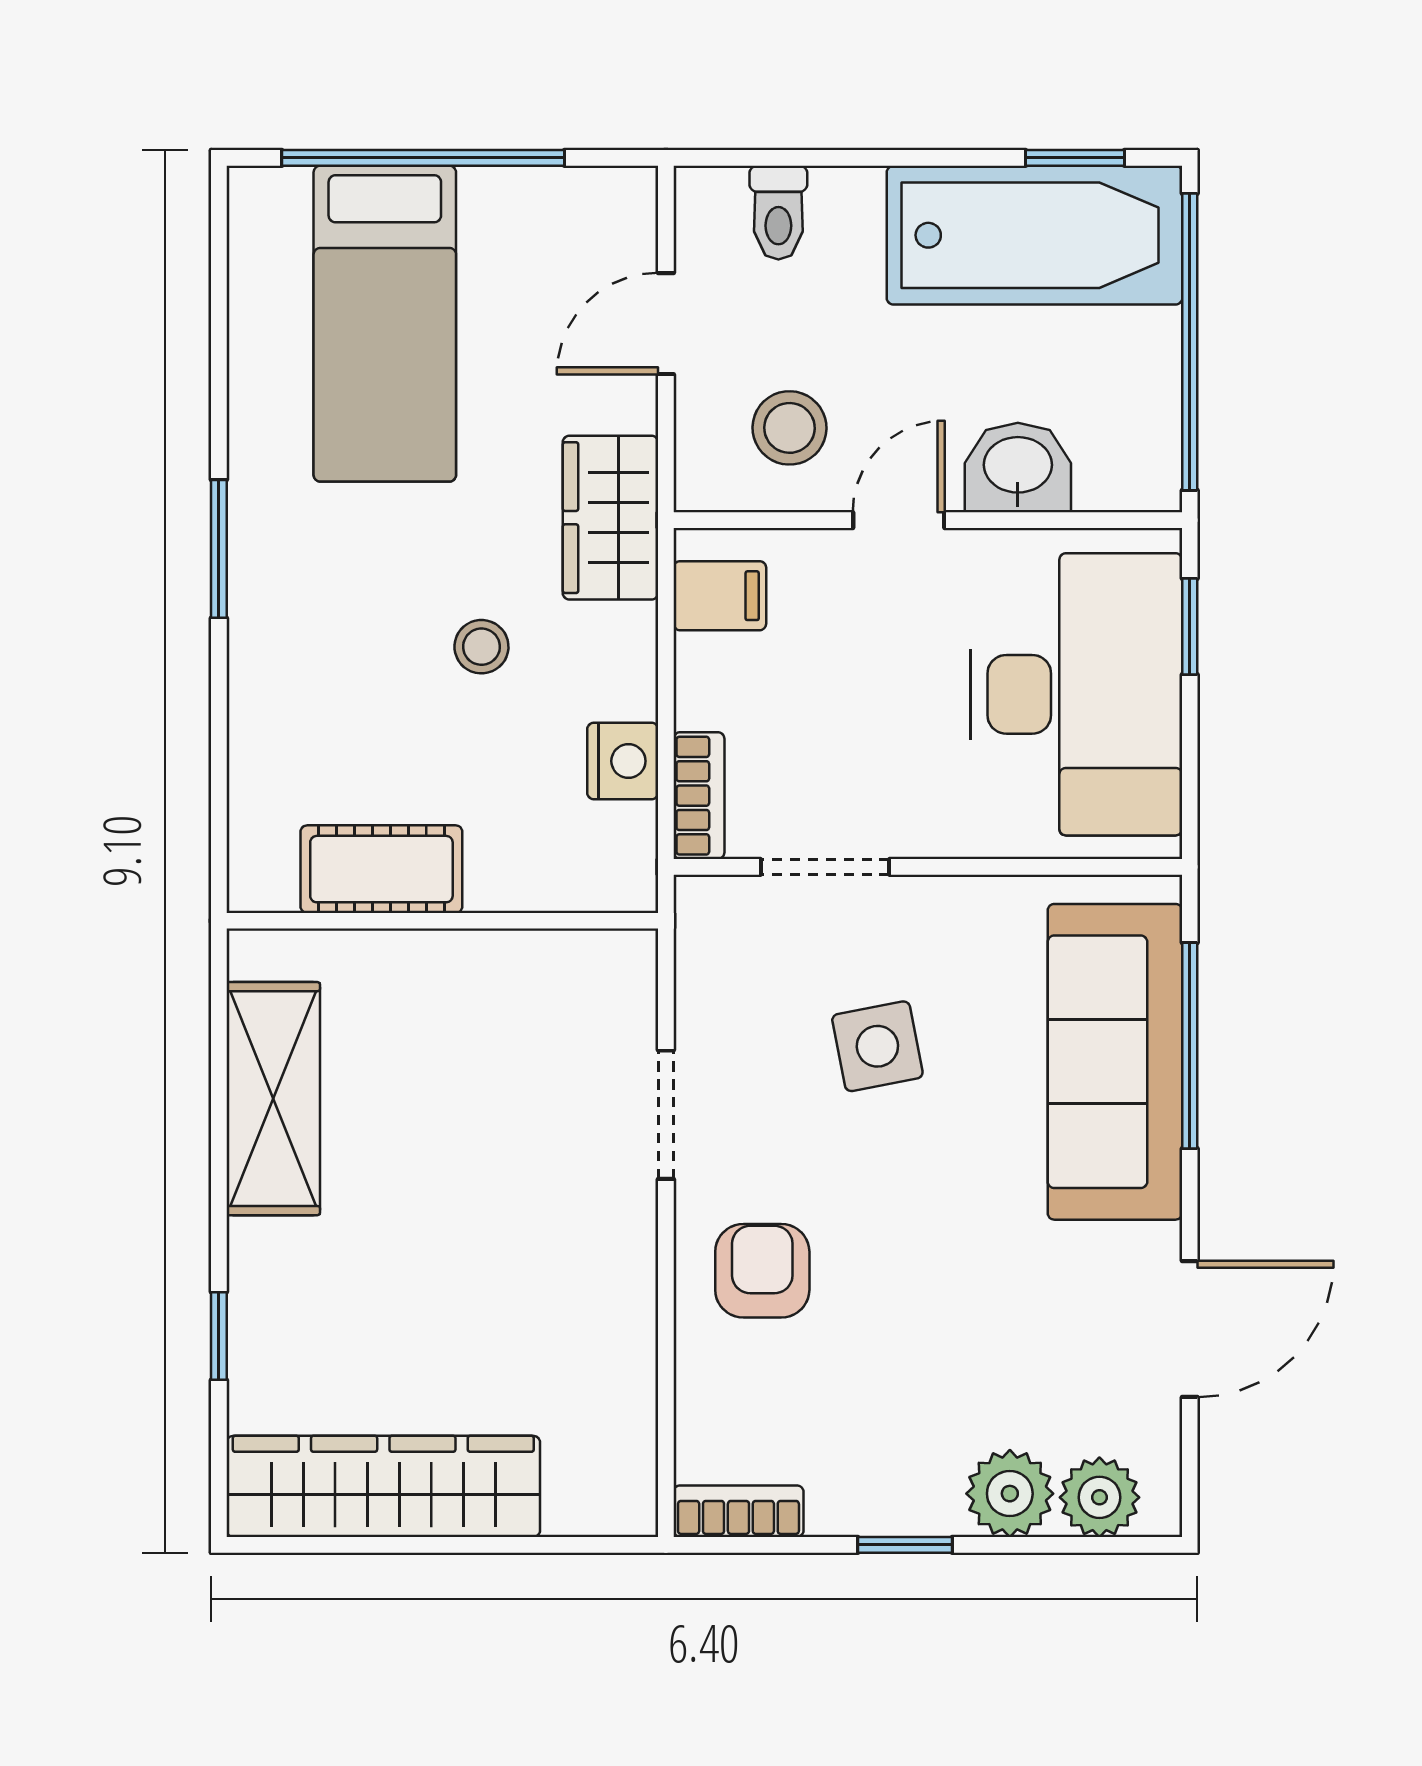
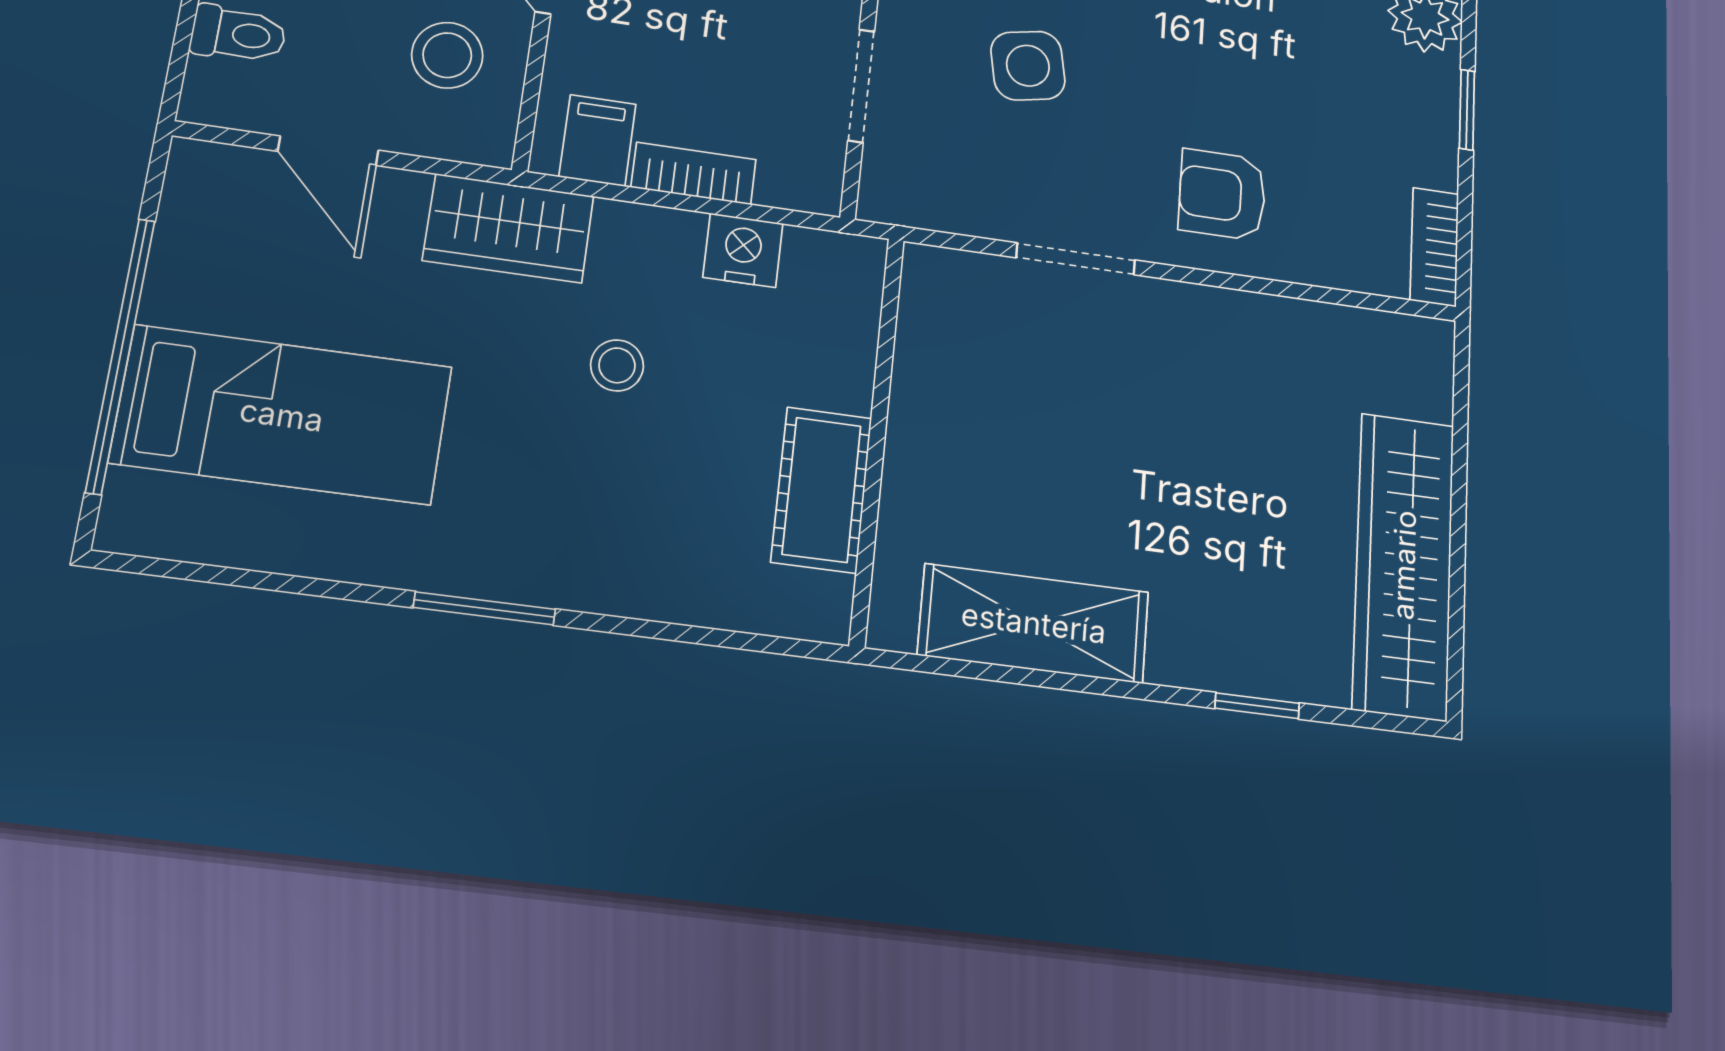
bookcase: (699, 796) -> (694, 173), moved

